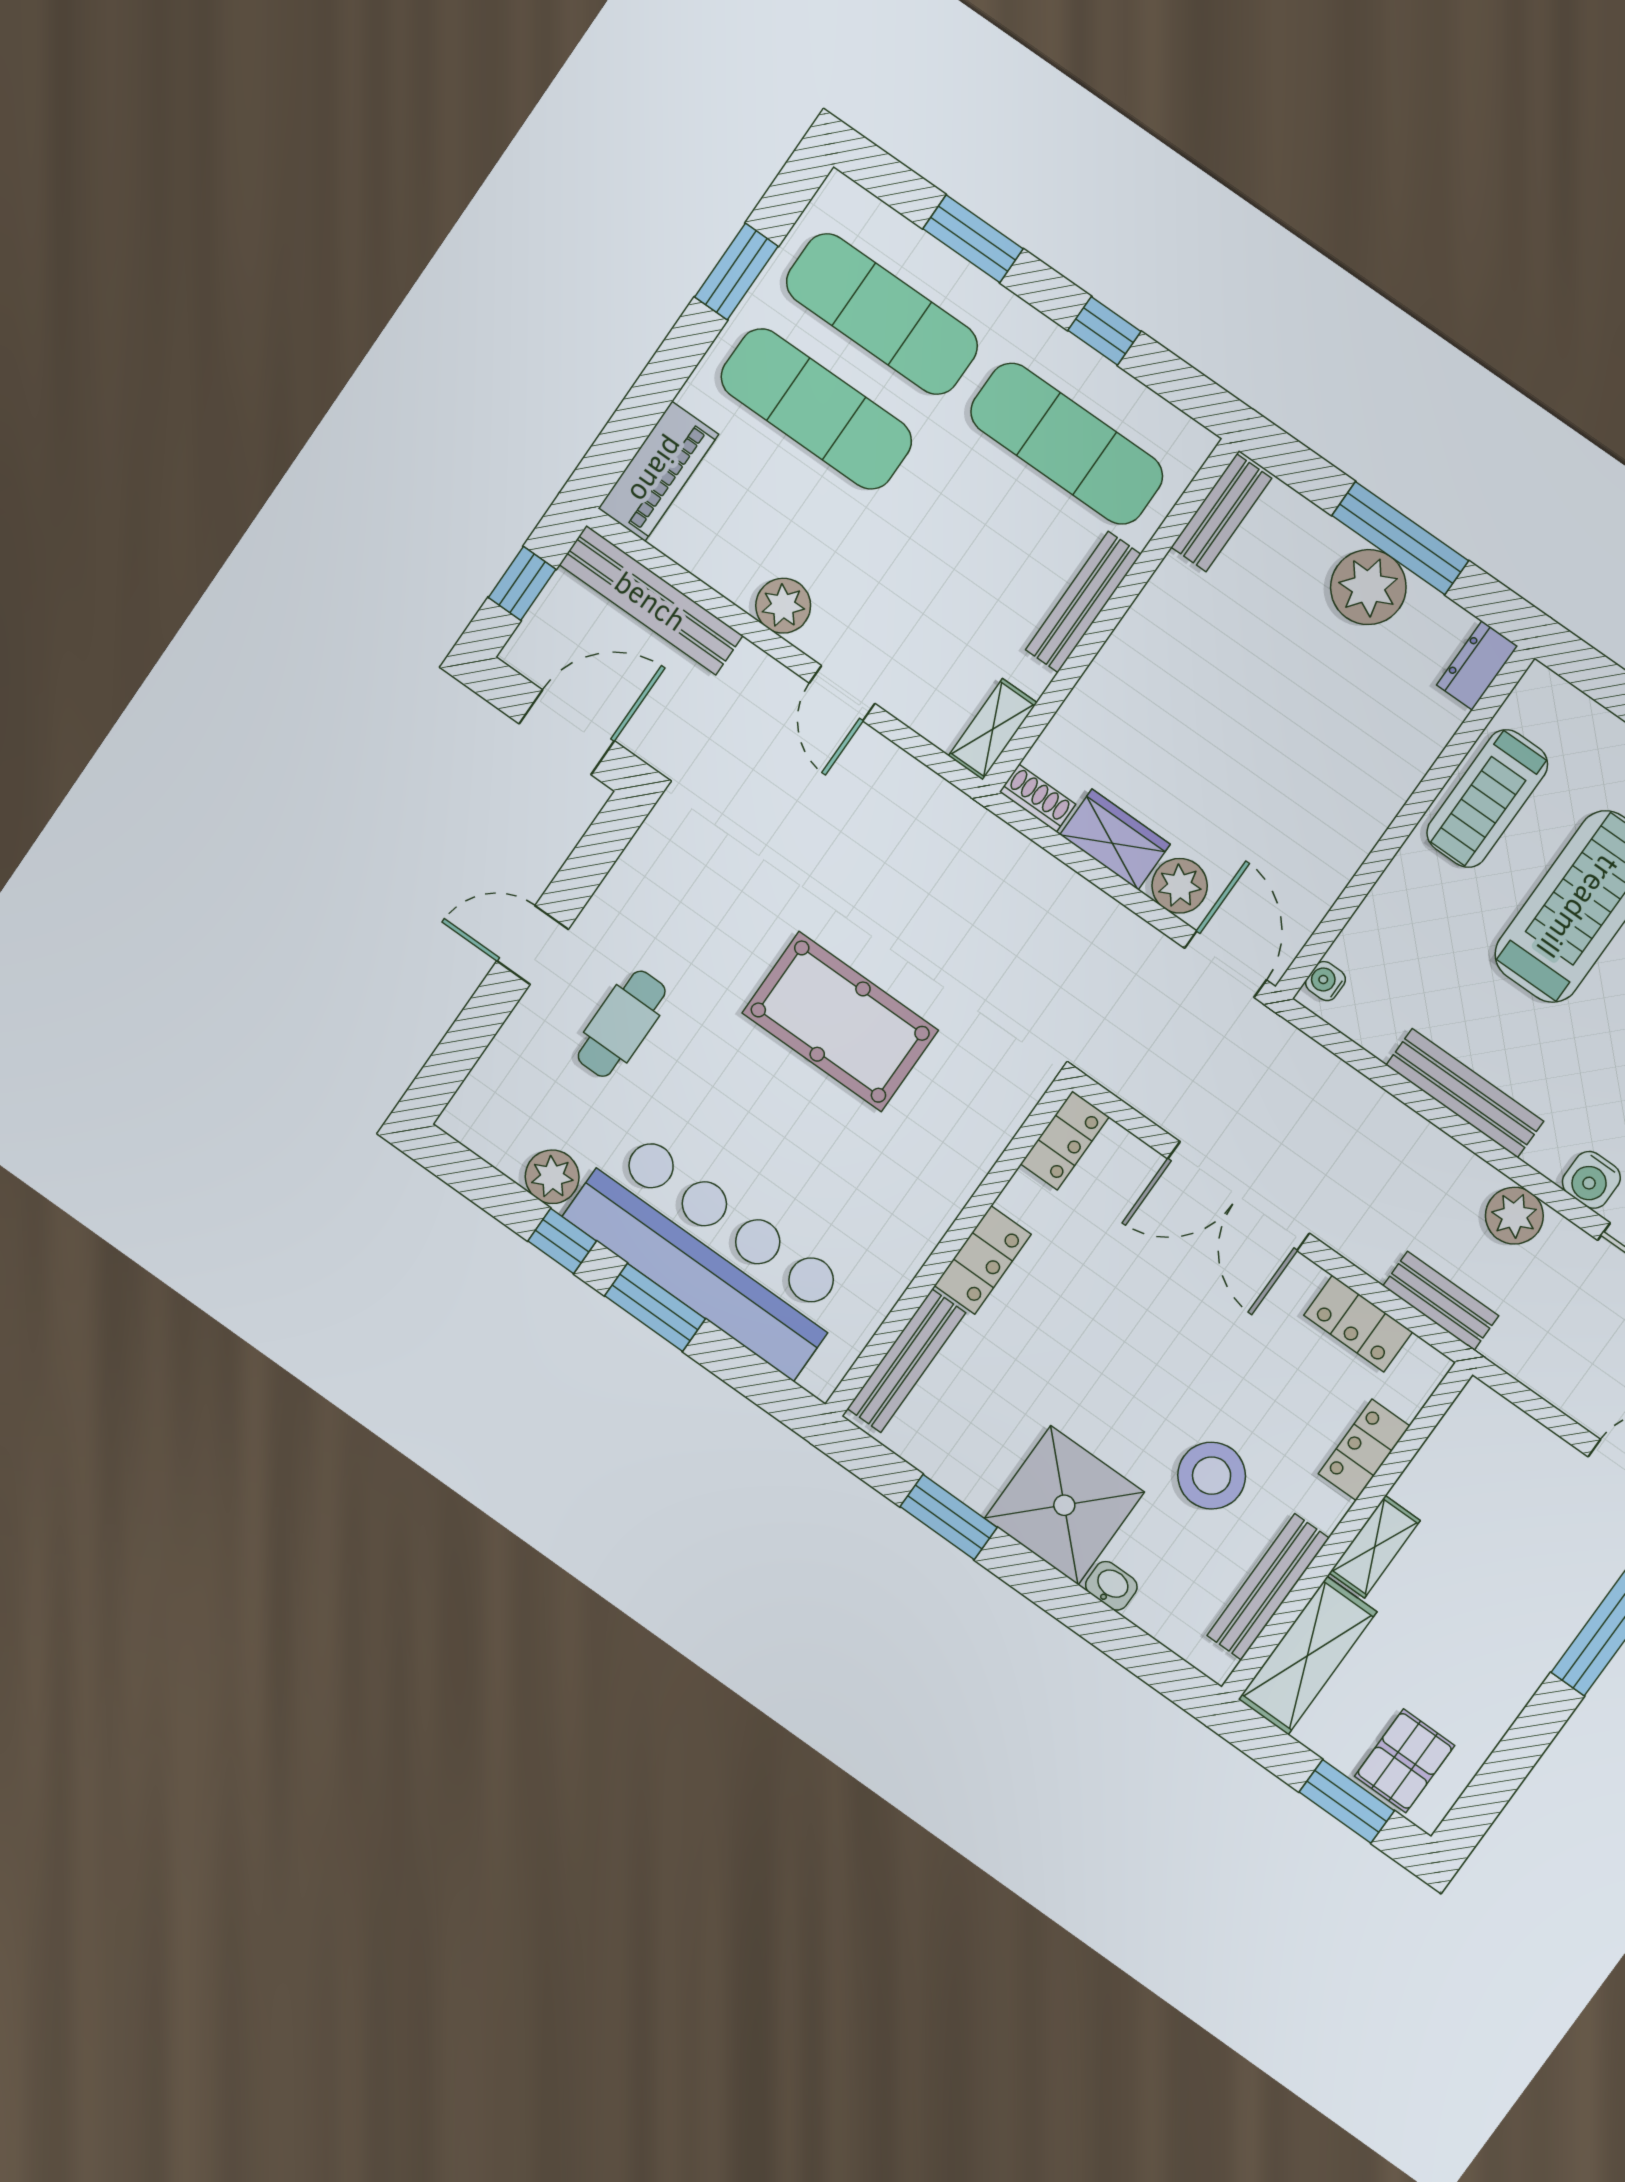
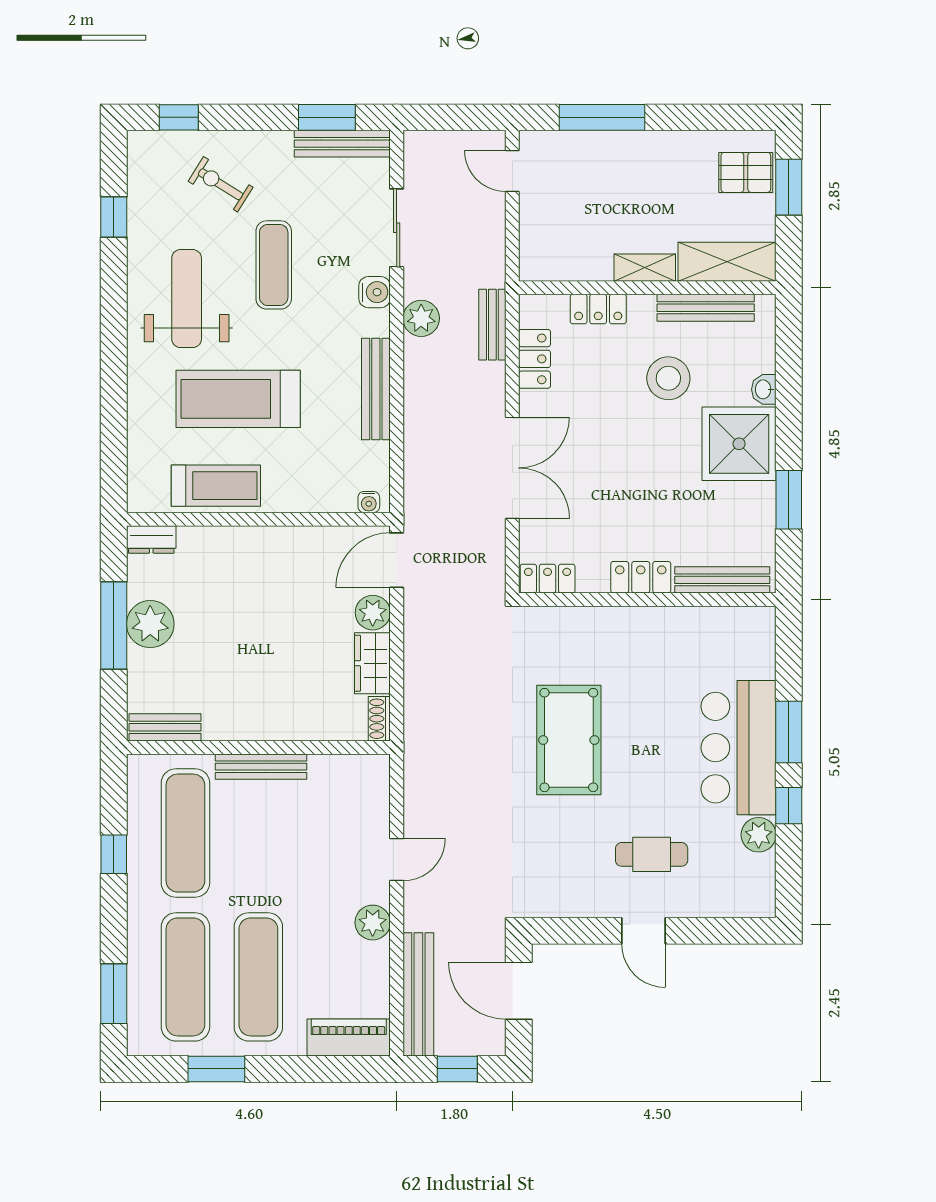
window: (973, 239) -> (114, 994), moved
shelving: (993, 729) -> (360, 767), removed
bar counter: (711, 1252) -> (739, 748), width x0.73

